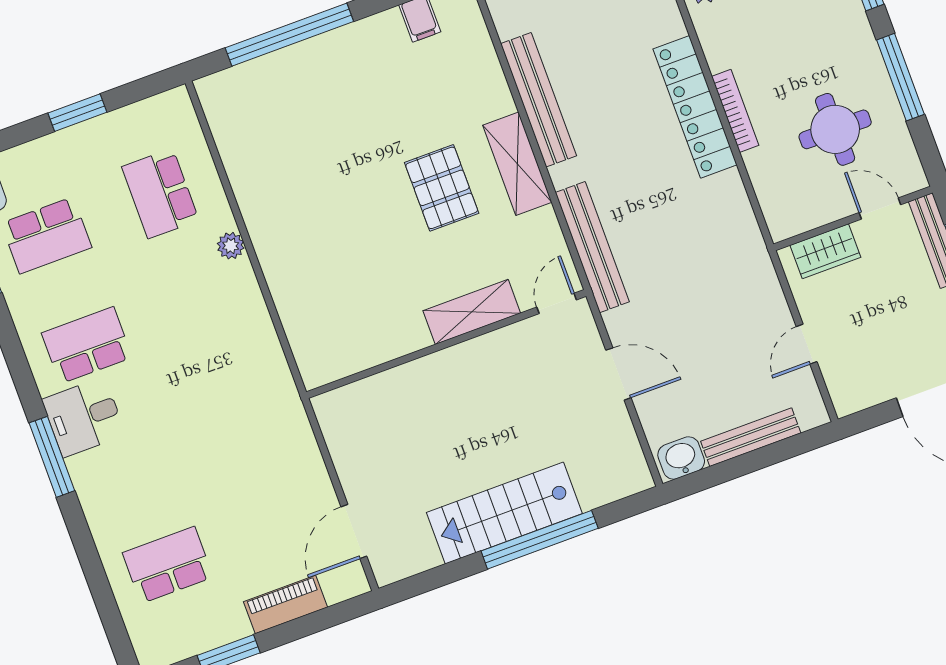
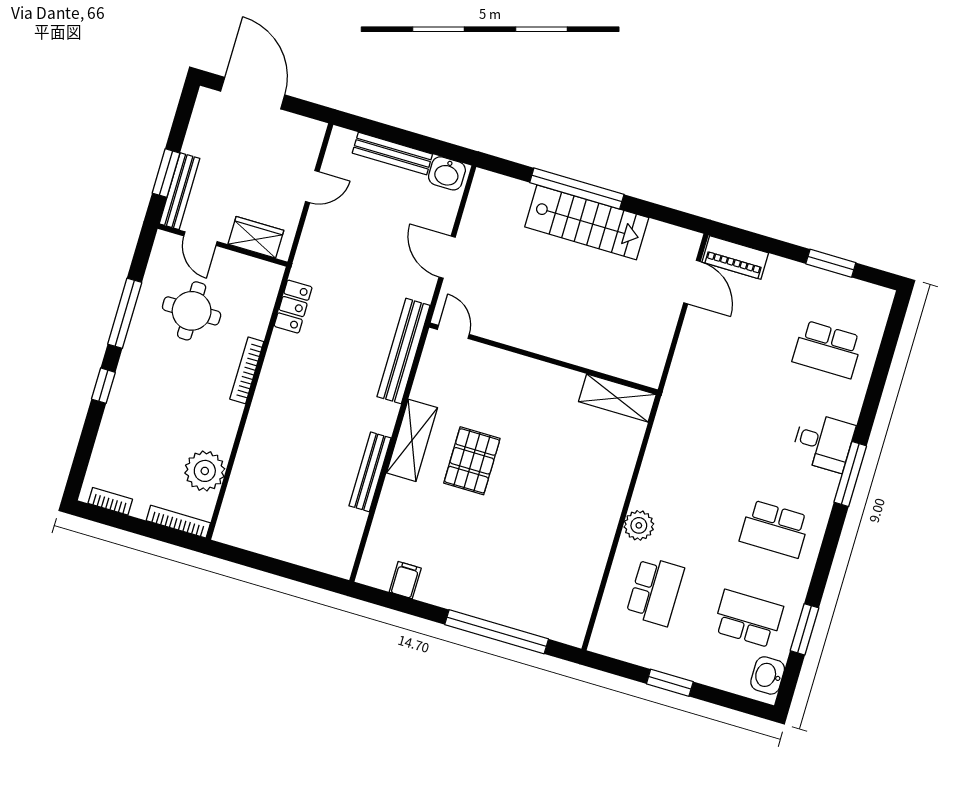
bench: (538, 100) -> (370, 472), width x0.73, depth x0.82
locker: (695, 107) -> (293, 307), moved, width x0.46, depth x0.83
plant: (231, 246) -> (639, 525), width x1.38, depth x1.38
door: (557, 303) -> (453, 332), swing flipped
shelving: (472, 312) -> (617, 398), moved
desk: (84, 417) -> (823, 442), moved
door: (354, 531) -> (692, 282), hinge flipped
piano: (285, 604) -> (735, 257), moved

